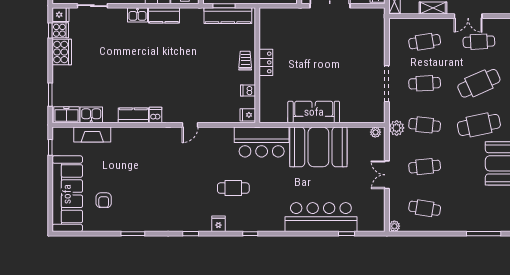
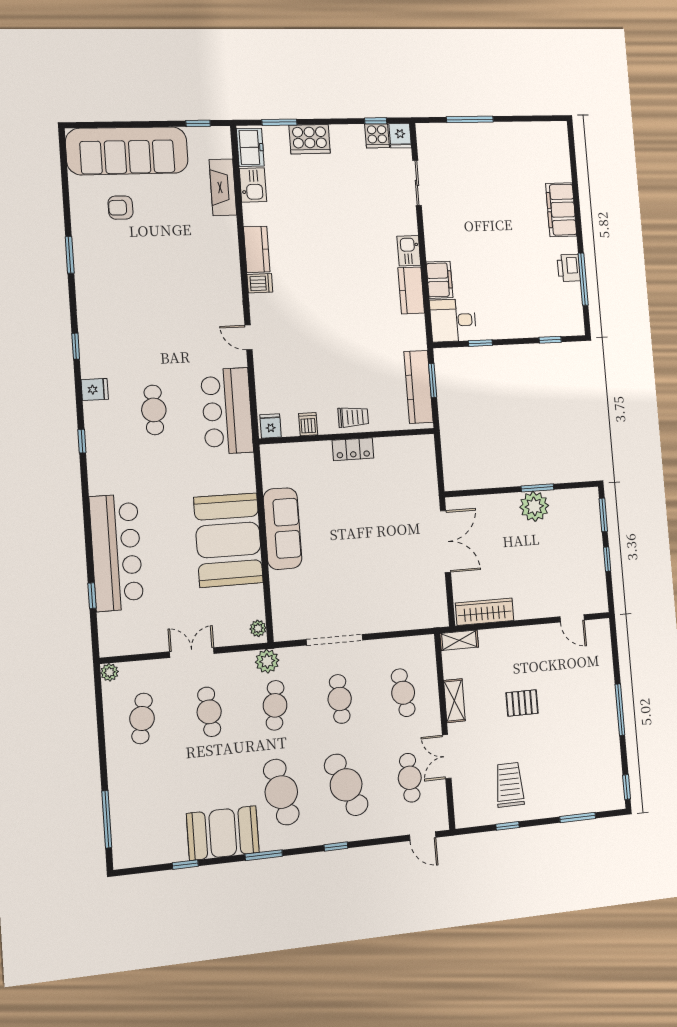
cooker: (62, 52) -> (310, 139), moved
bar counter: (262, 142) -> (227, 411), moved

